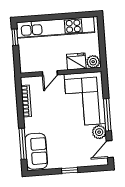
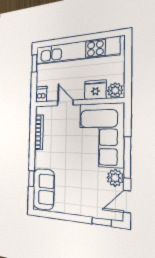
dishwasher: (25, 66) -> (41, 94), added
door: (50, 73) -> (65, 103), swing flipped
window: (23, 144) -> (31, 179), width x0.46
window: (70, 170) -> (102, 222), moved

